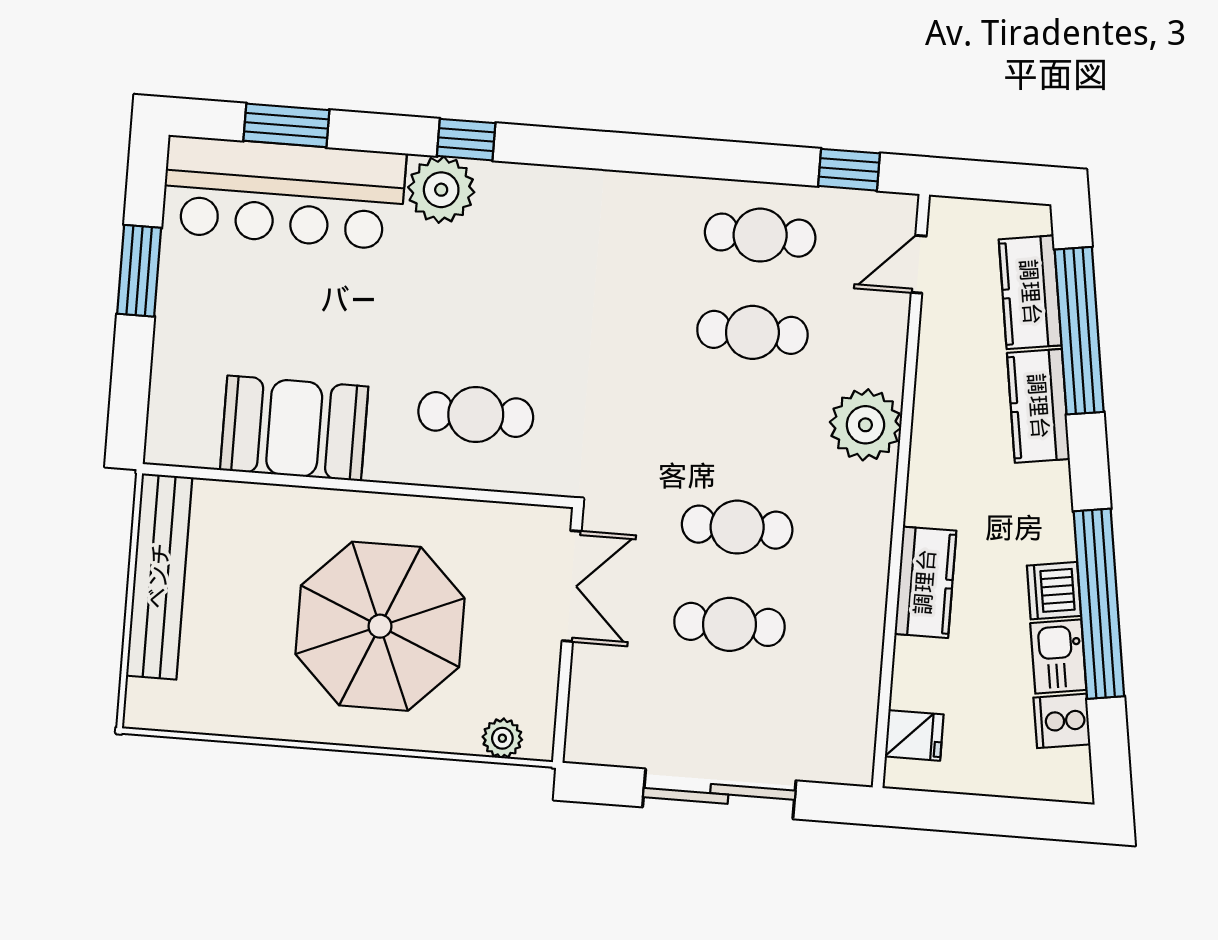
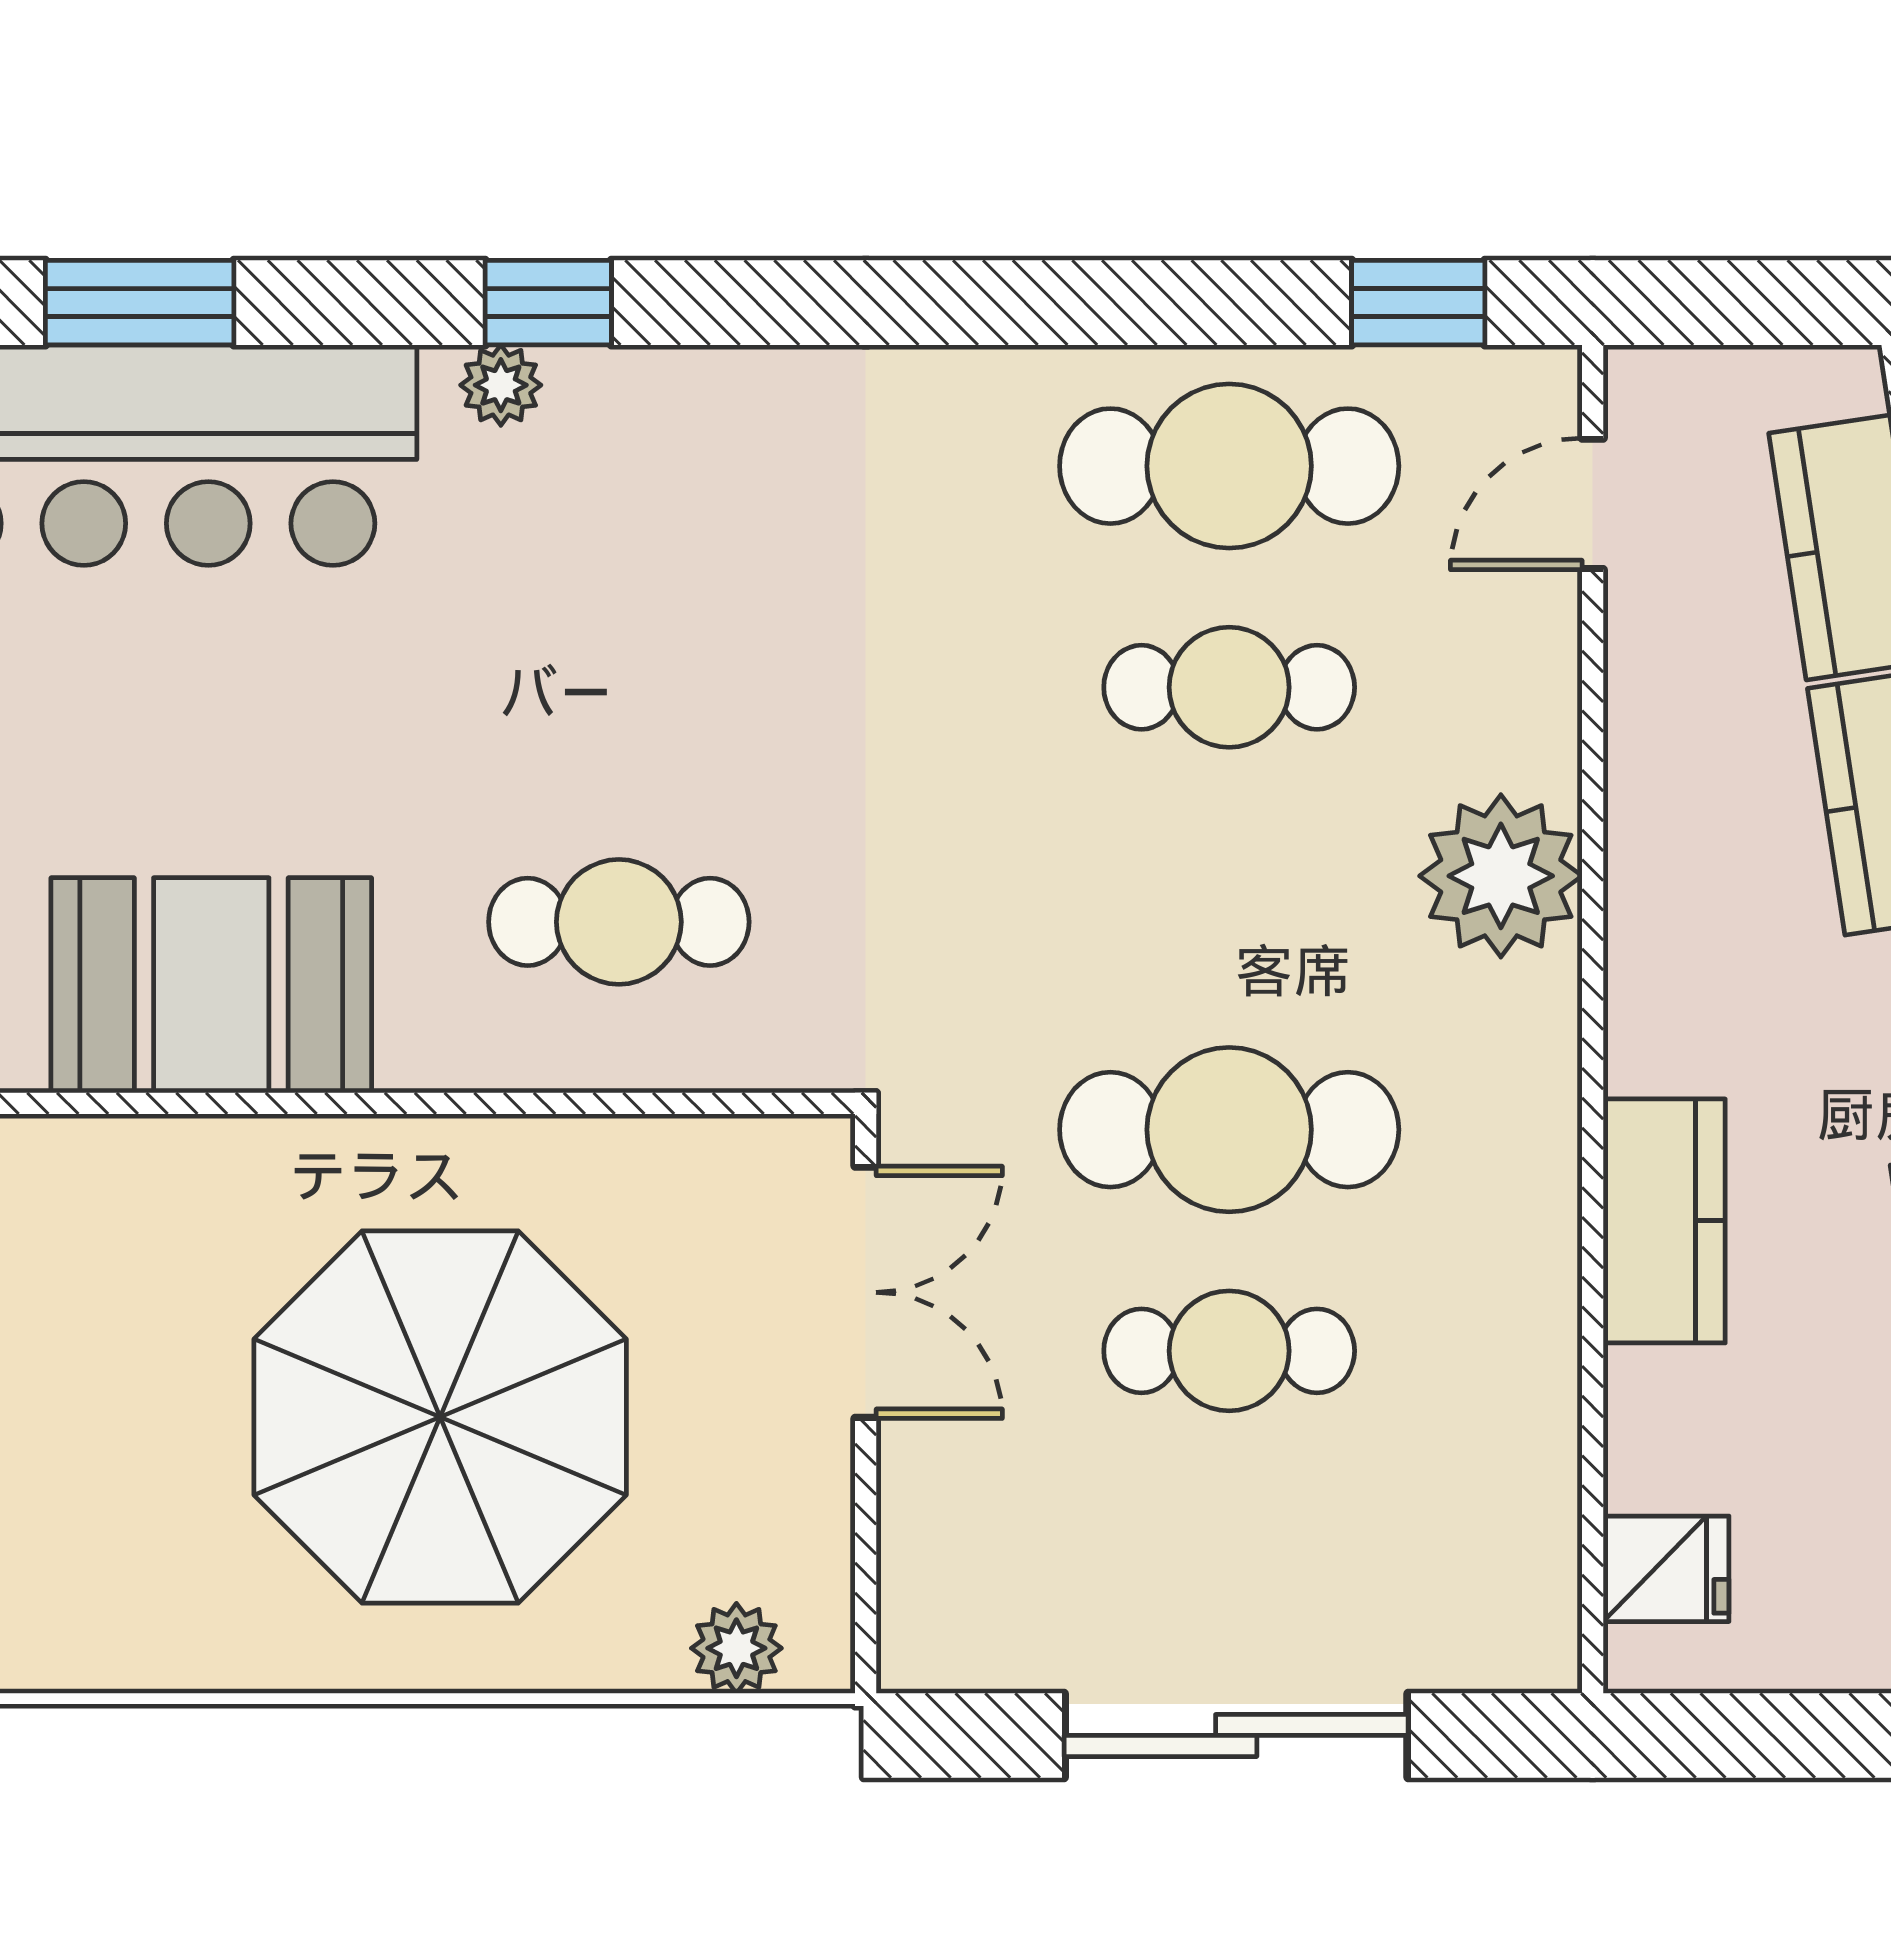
plant: (441, 190) -> (501, 385), width x0.53, depth x0.53
cafe table: (760, 235) -> (1229, 466), width x1.37, depth x1.35
cafe table: (737, 527) -> (1229, 1130), width x1.37, depth x1.35

